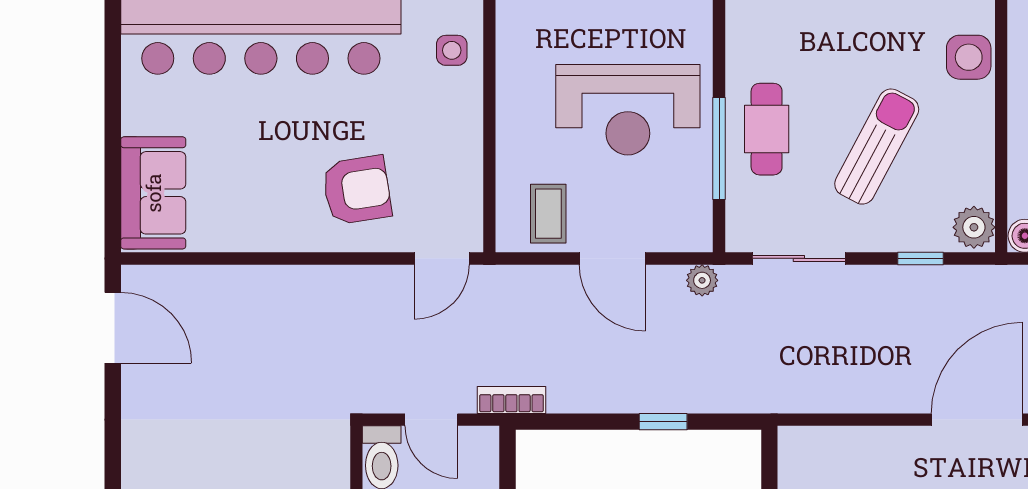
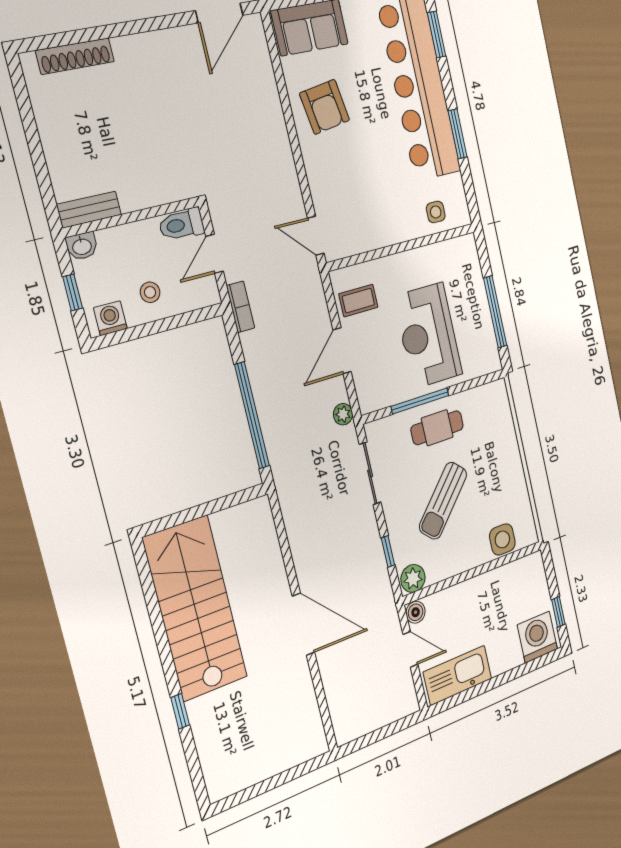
sun lounger: (877, 147) -> (443, 501), turned 105
armchair: (357, 190) -> (325, 107), moved
window: (663, 422) -> (252, 415), width x3.17

